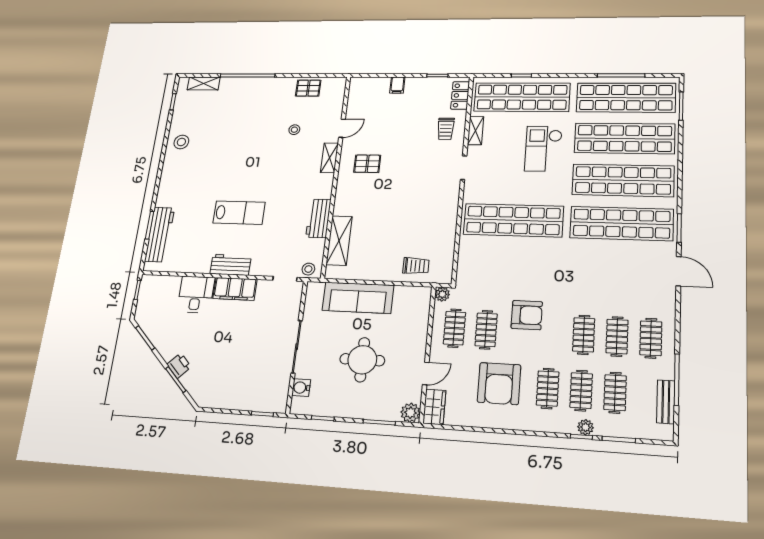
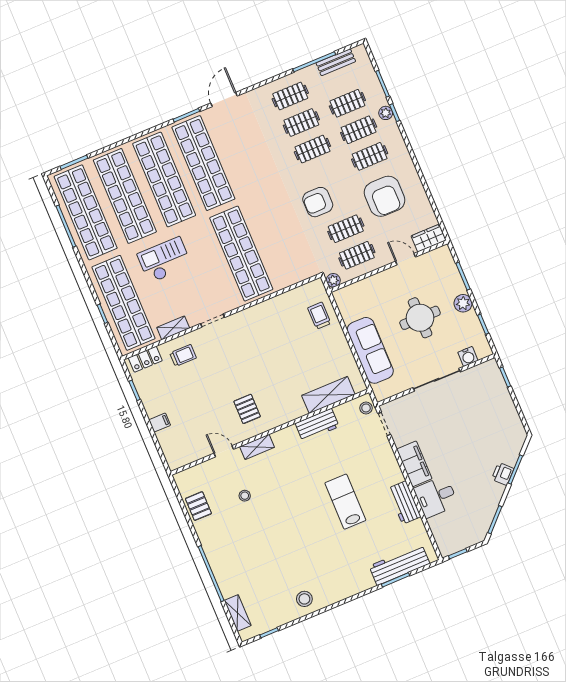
checkout: (543, 149) -> (164, 260), turned 180
workbench: (231, 265) -> (404, 503), moved
armchair: (527, 315) -> (318, 202), turned -90
armchair: (499, 384) -> (384, 196), turned 90
plant: (410, 413) -> (463, 303), moved

